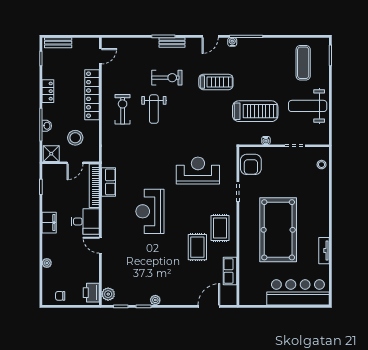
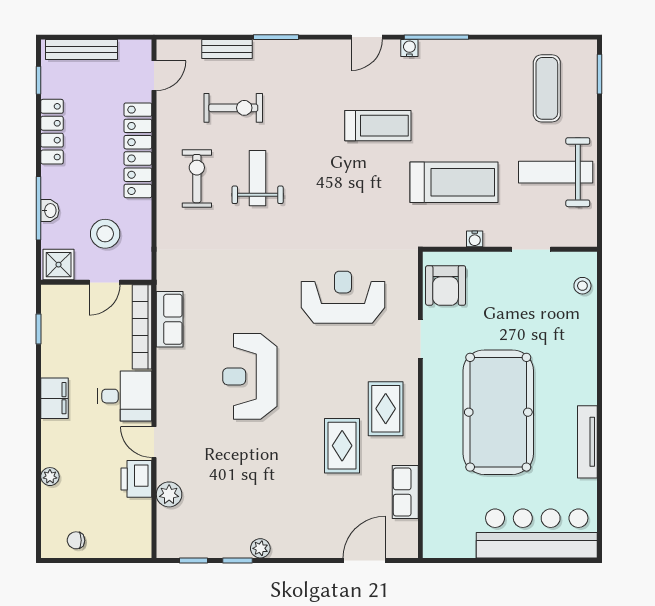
bench: (172, 42) -> (227, 49), moved
bench: (58, 43) -> (82, 50), width x1.36
exercise bike: (167, 78) -> (233, 108), moved
locker: (48, 91) -> (52, 132), width x1.53
weight bench: (154, 109) -> (258, 178), turned 180
tv unit: (324, 251) -> (587, 442), width x1.41
printer: (91, 293) -> (136, 479), moved
plant: (108, 294) -> (169, 494), moved

